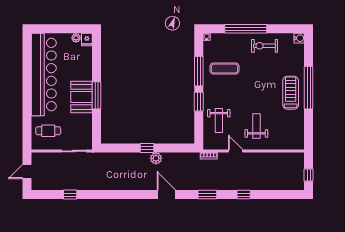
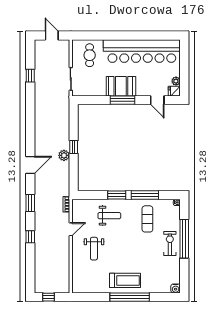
exercise bike: (264, 46) -> (170, 244), moved
door: (97, 58) -> (157, 100), added
weight bench: (219, 120) -> (109, 216), moved, turned 180
weight bench: (256, 126) -> (94, 249), turned 90

